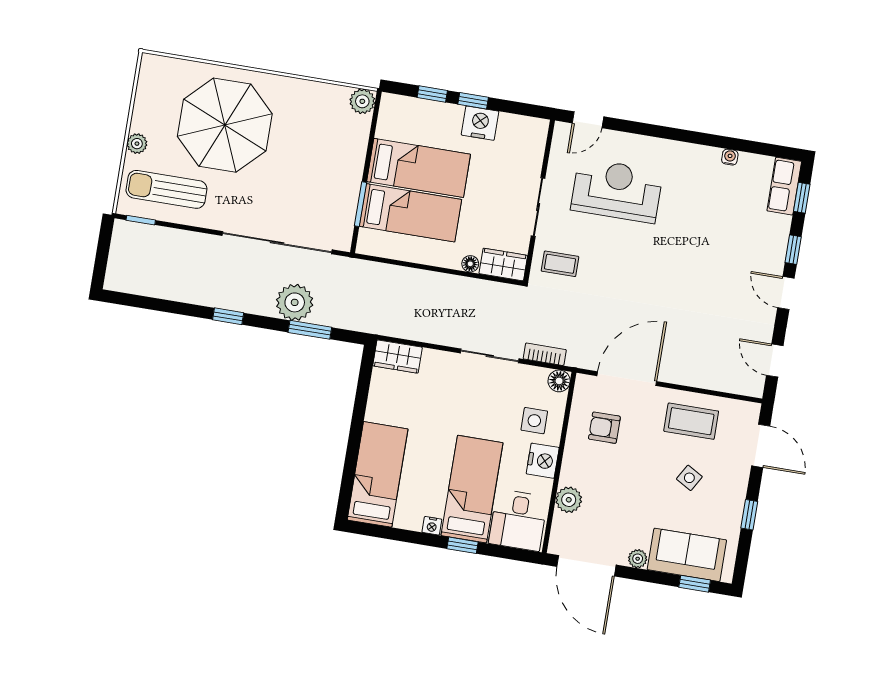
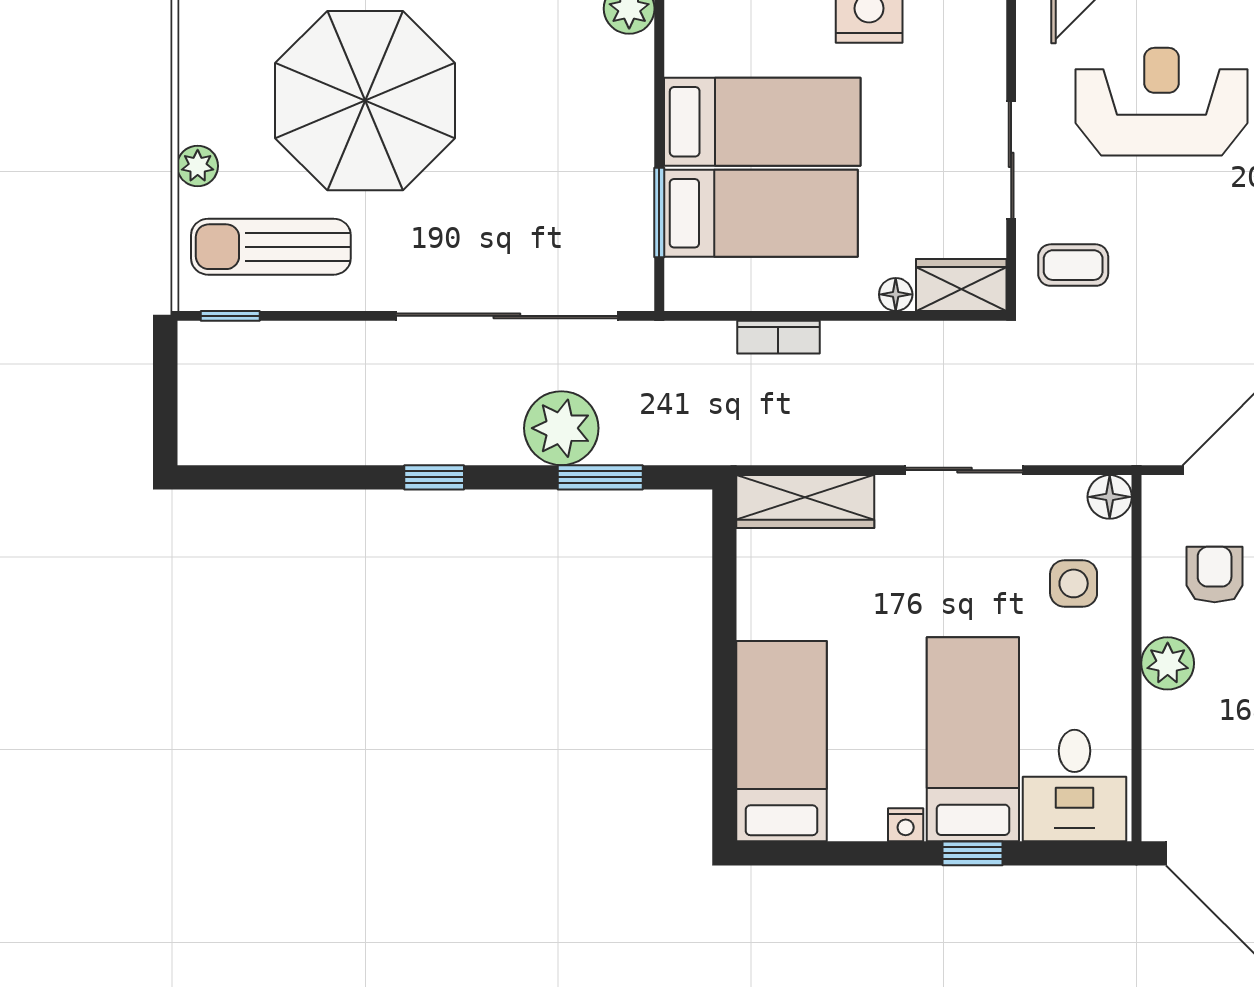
bookcase: (545, 354) -> (778, 337), moved, turned 180
wardrobe: (398, 357) -> (805, 502), width x1.50
armchair: (604, 428) -> (1215, 574), turned 90
nightstand: (543, 461) -> (1103, 660), removed
plant: (569, 500) -> (1168, 663), moved

